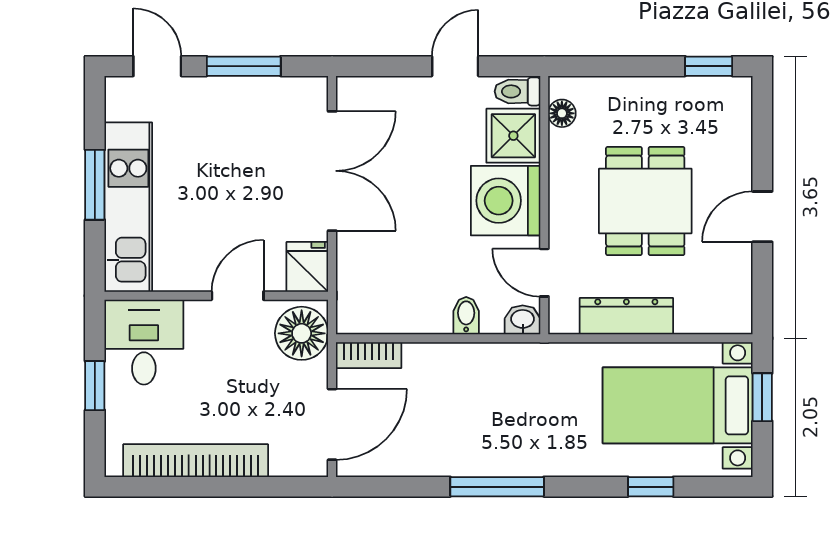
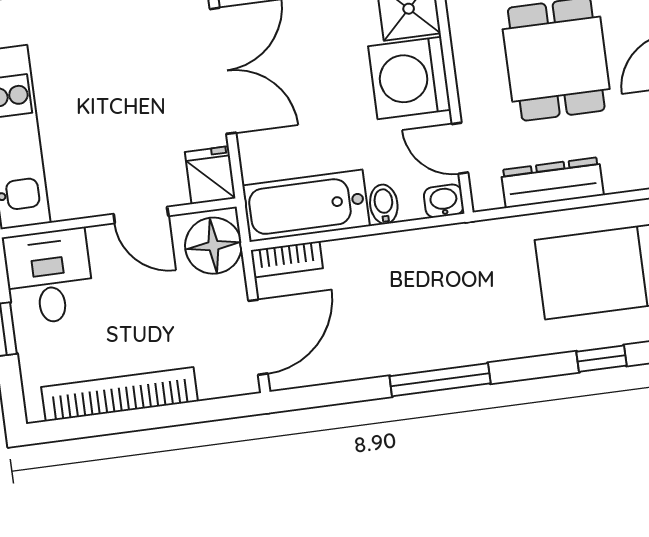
door: (238, 296) -> (141, 215), swing flipped
bathtub: (393, 307) -> (306, 206), added

